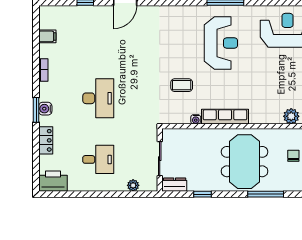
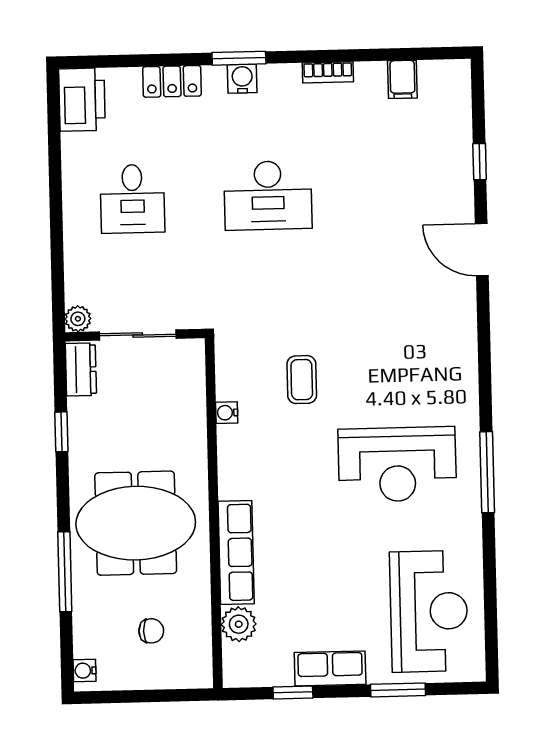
row of seats: (225, 117) -> (236, 552), moved
plant: (133, 185) -> (78, 319), moved

